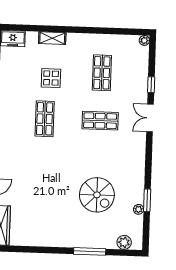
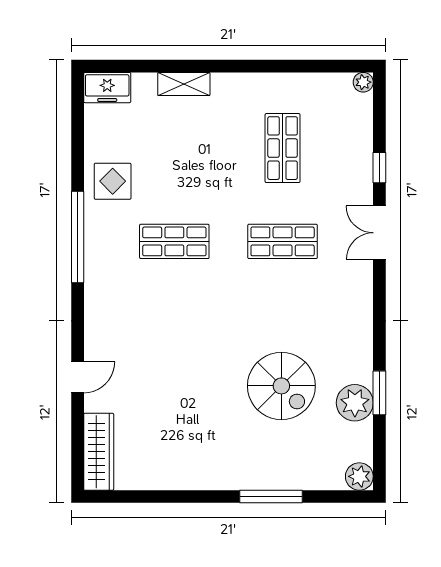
display table: (51, 78) -> (113, 181), moved
shop shelf: (45, 119) -> (174, 241), turned 90
plant: (139, 209) -> (355, 403), width x1.87, depth x1.87
plant: (124, 242) -> (359, 476), moved

